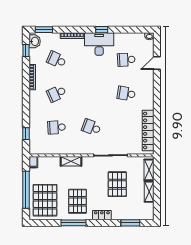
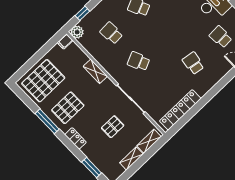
school desk: (91, 127) -> (139, 61), turned -45
plant: (35, 149) -> (77, 32), added
pallet: (117, 184) -> (113, 127), width x0.67, depth x0.71
window: (26, 190) -> (37, 57), removed

